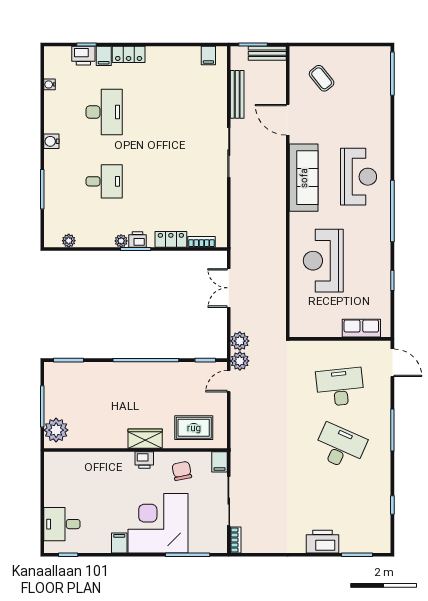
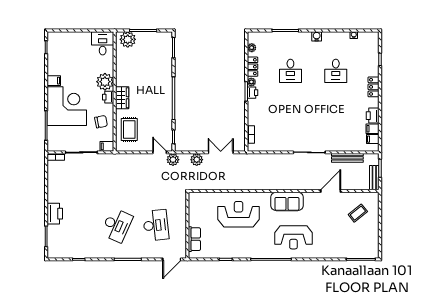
printer: (83, 56) -> (373, 116), moved
filing cabinet: (104, 56) -> (372, 129), moved
desk: (104, 112) -> (336, 71), width x0.73
sofa: (304, 178) -> (287, 201), width x0.73
locker: (171, 239) -> (252, 67), moved
plant: (240, 341) -> (197, 160), moved
plant: (121, 465) -> (105, 82), added
desk: (62, 524) -> (103, 43), moved

